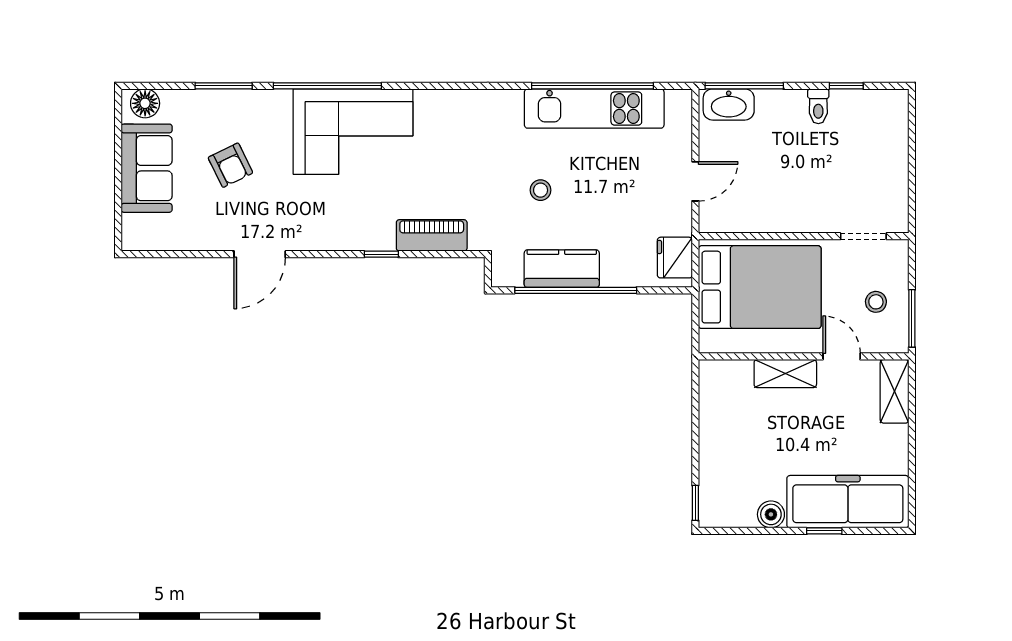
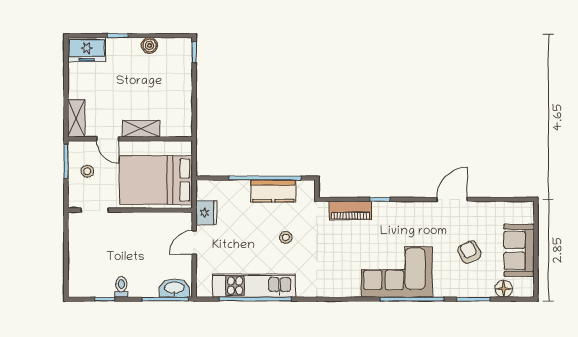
floor lamp: (145, 103) -> (504, 289), moved
fridge: (675, 258) -> (206, 213), moved
freezer: (848, 502) -> (87, 50), width x0.52, depth x0.79

